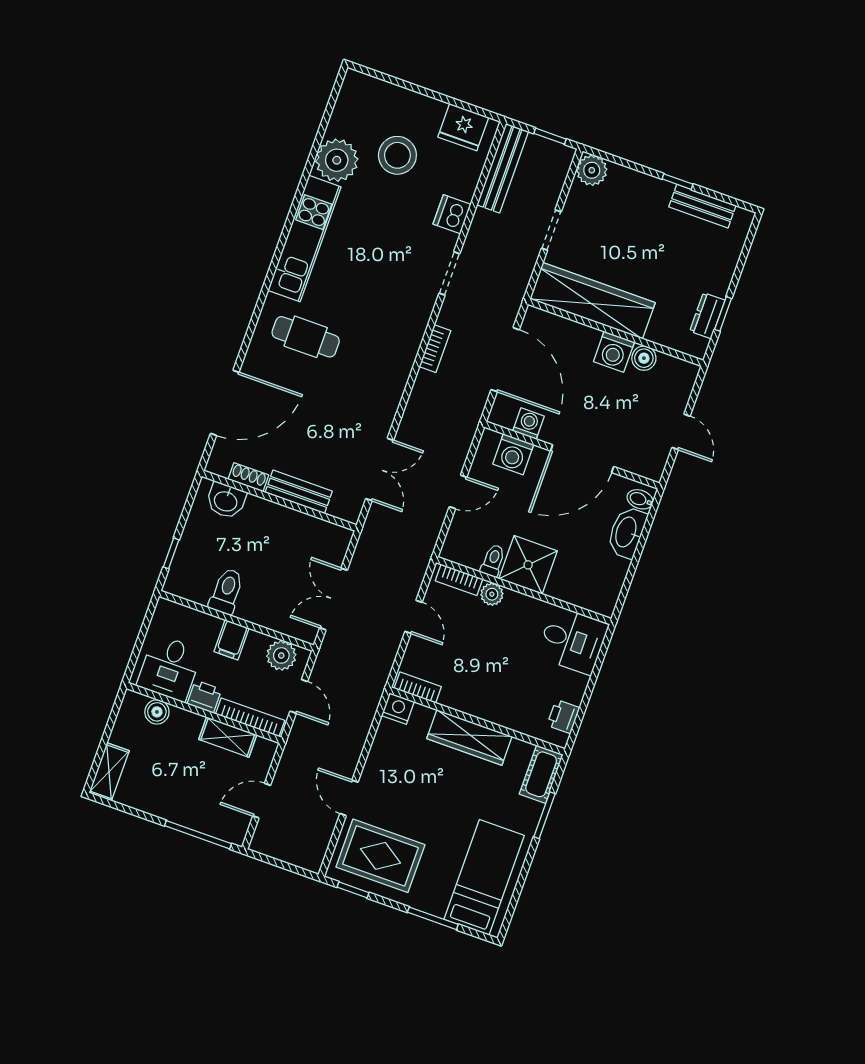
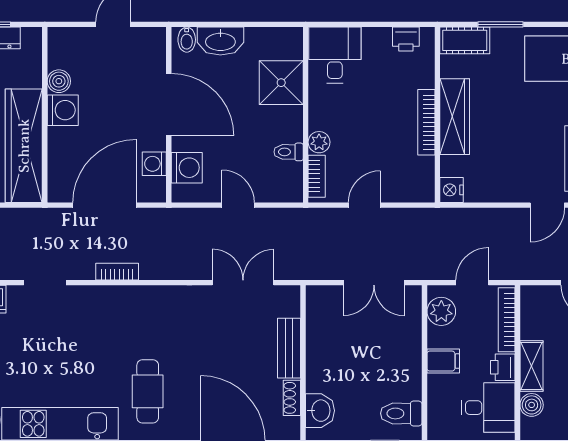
shower: (528, 565) -> (281, 83), moved
toilet: (226, 591) -> (401, 413), moved
bookcase: (418, 688) -> (426, 122), moved, width x1.56
shelving: (228, 737) -> (531, 366), moved

